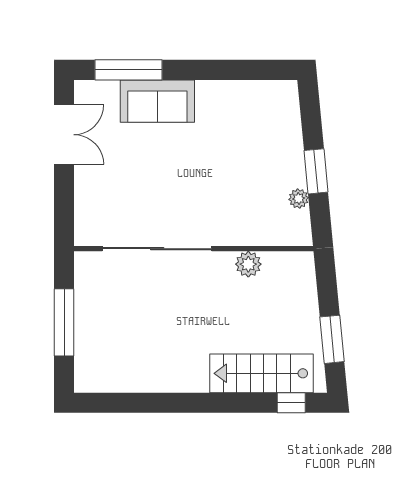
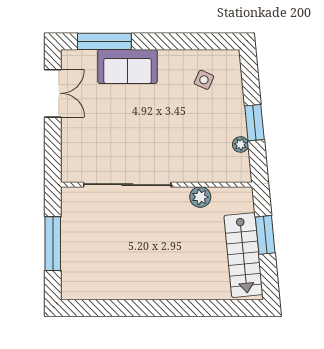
side table: (253, 118) -> (204, 80), added
window: (332, 339) -> (265, 235), moved
stairs: (261, 373) -> (243, 255), moved, turned -95
window: (291, 403) -> (235, 308), removed

